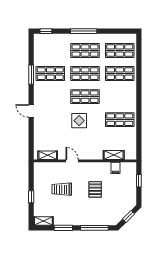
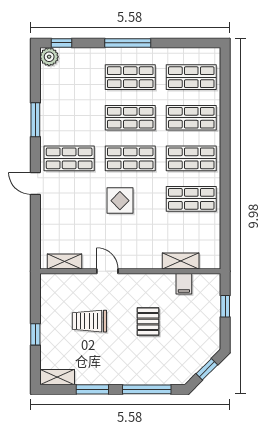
plant: (39, 39) -> (49, 57), added
shop shelf: (50, 74) -> (69, 158), moved
shop shelf: (120, 97) -> (191, 158), added

